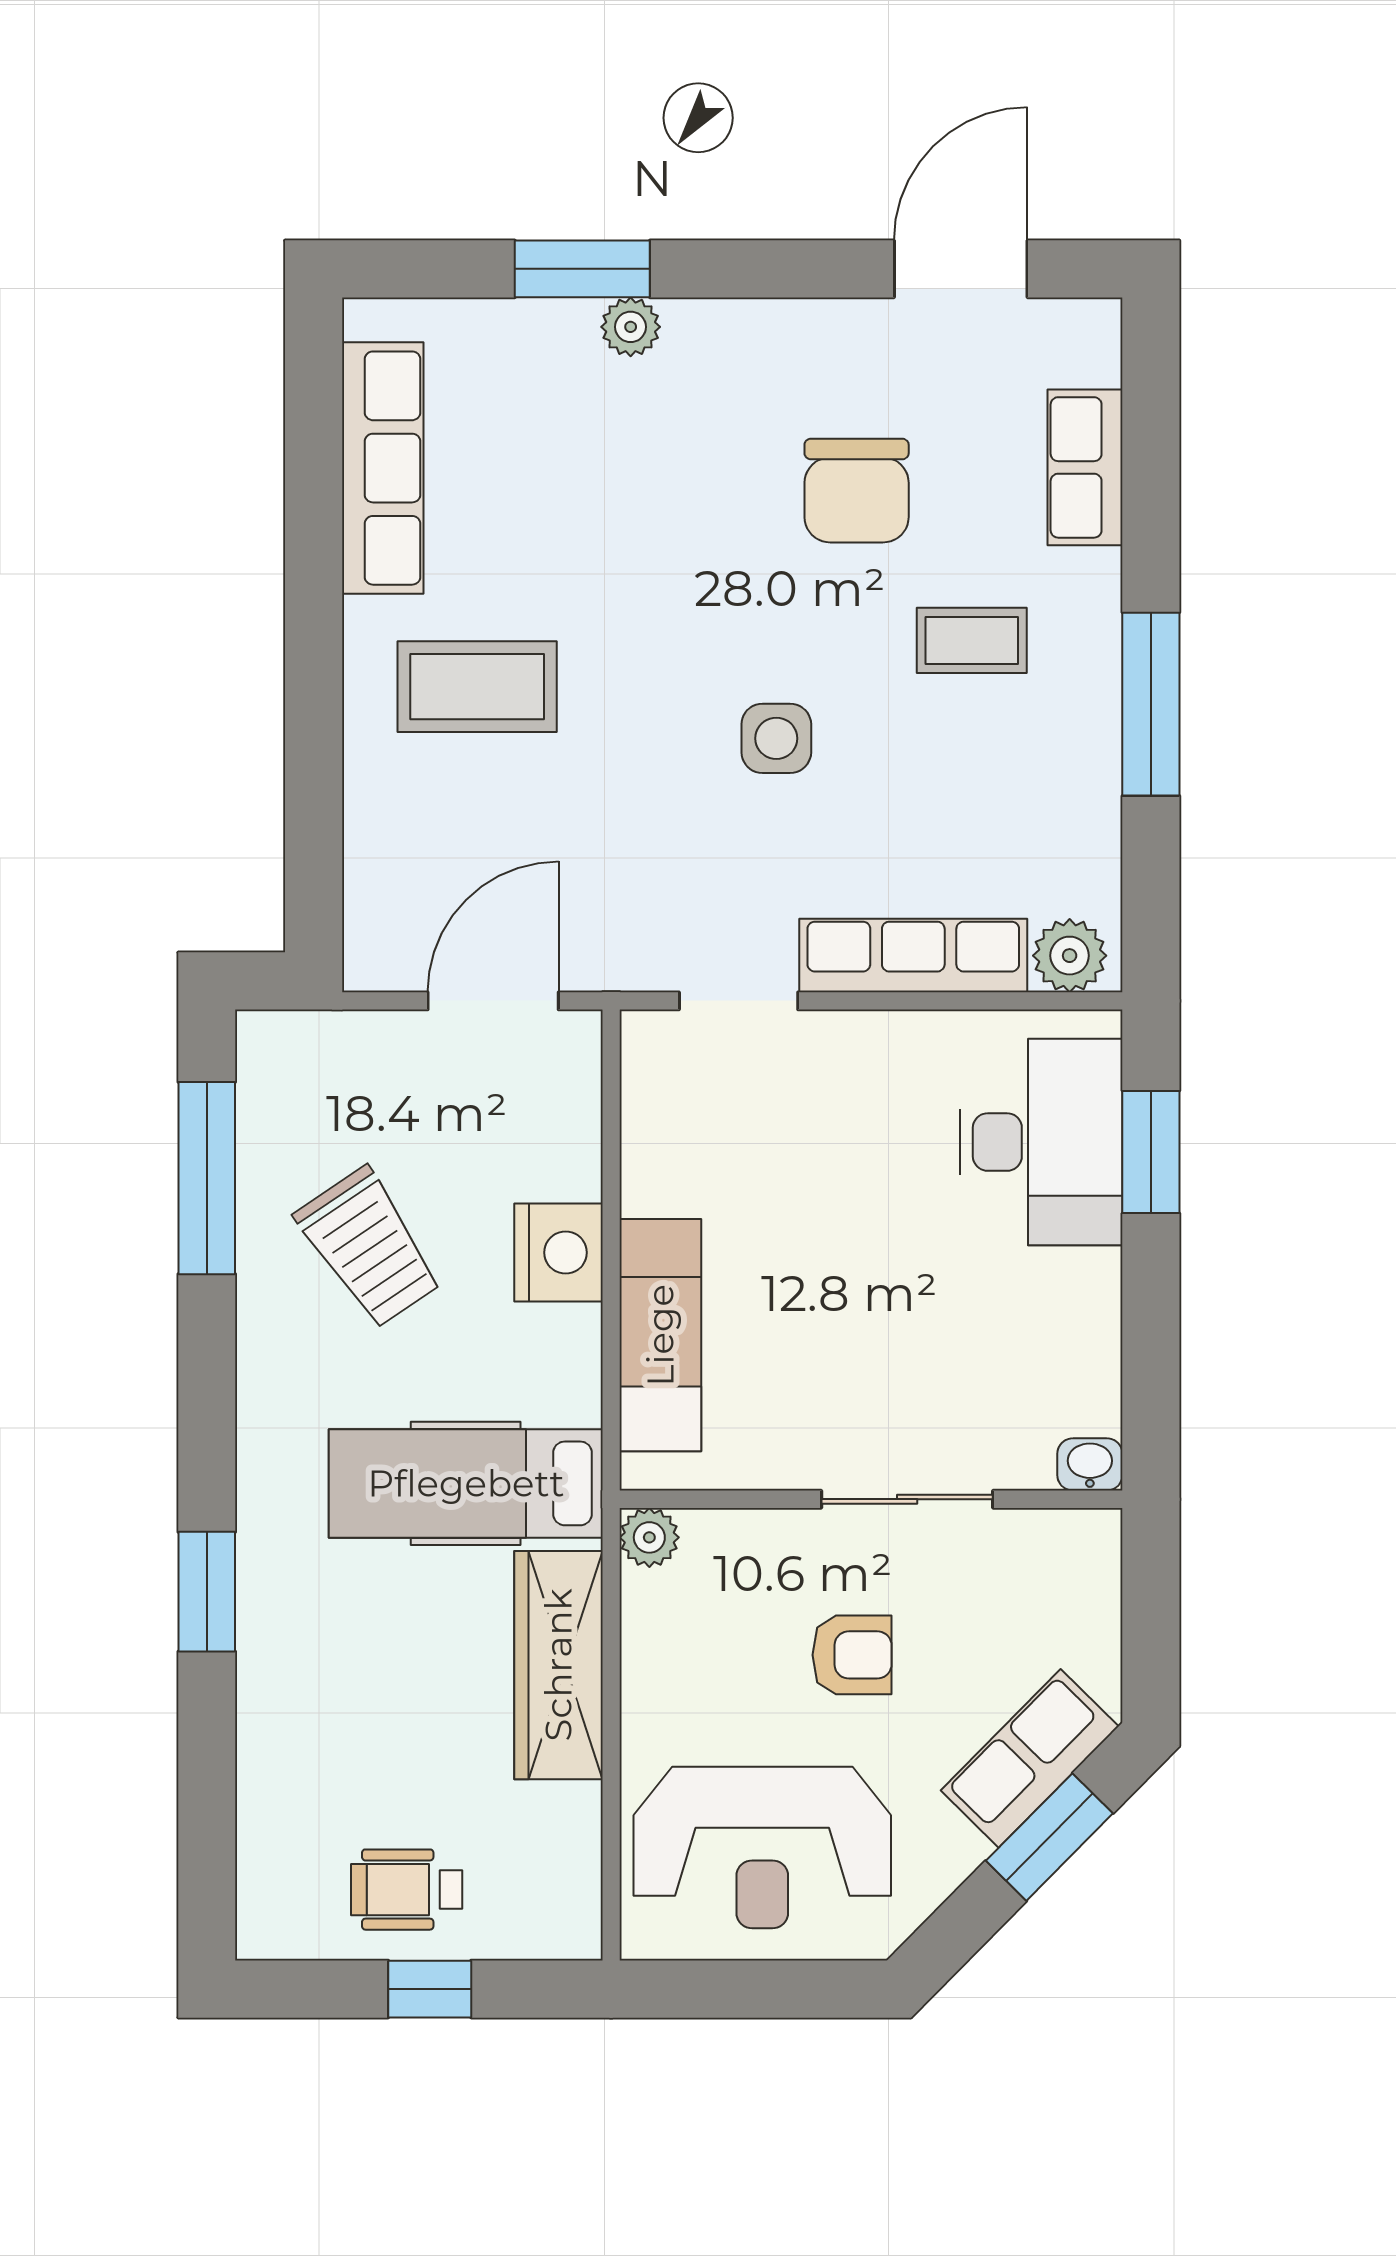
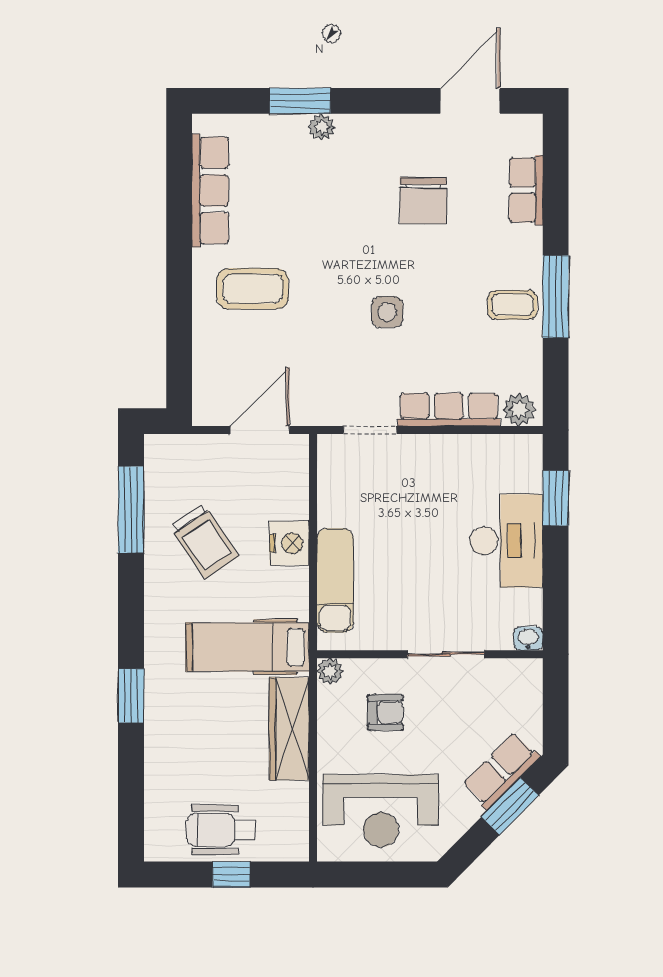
coffee table: (972, 640) -> (512, 305), moved
desk: (1041, 1142) -> (506, 541), moved
armchair: (852, 1655) -> (385, 713), moved
wheelchair: (407, 1890) -> (221, 830), width x1.36, depth x1.37

